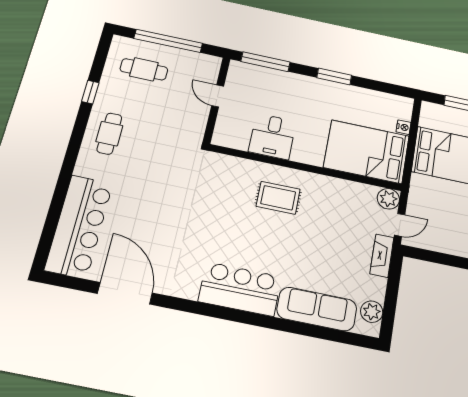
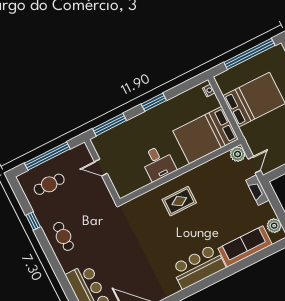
nightstand: (403, 127) -> (209, 90), moved
desk: (272, 136) -> (158, 163), moved

